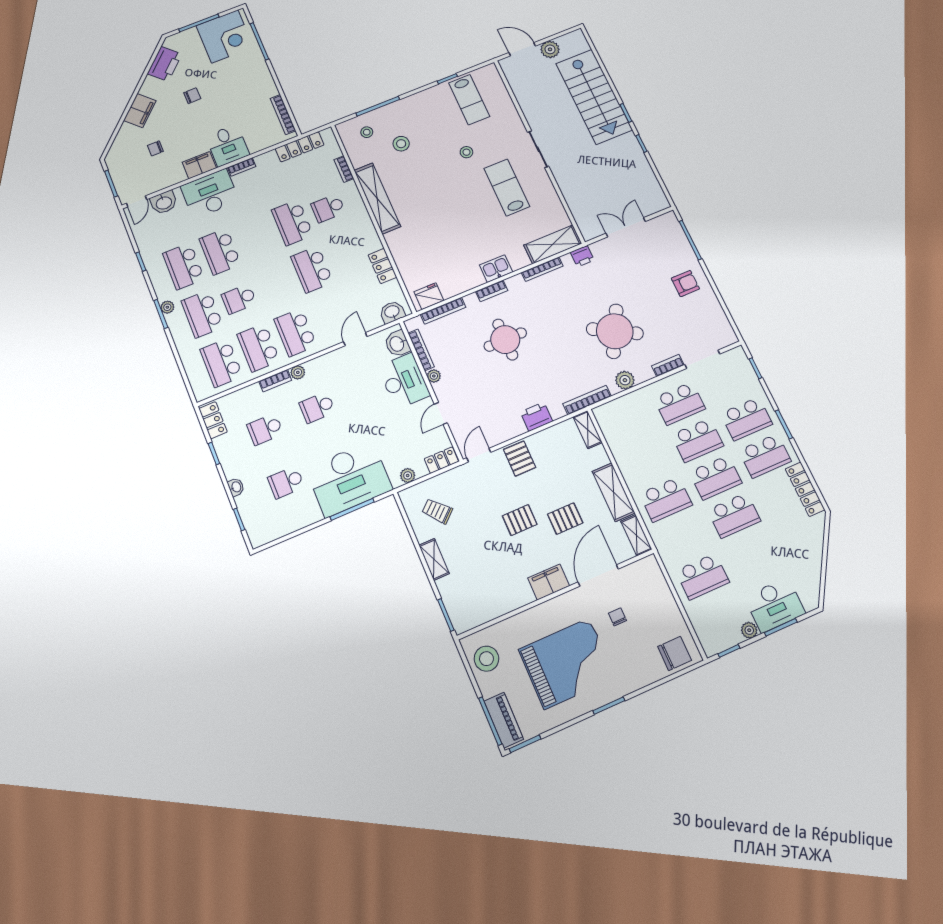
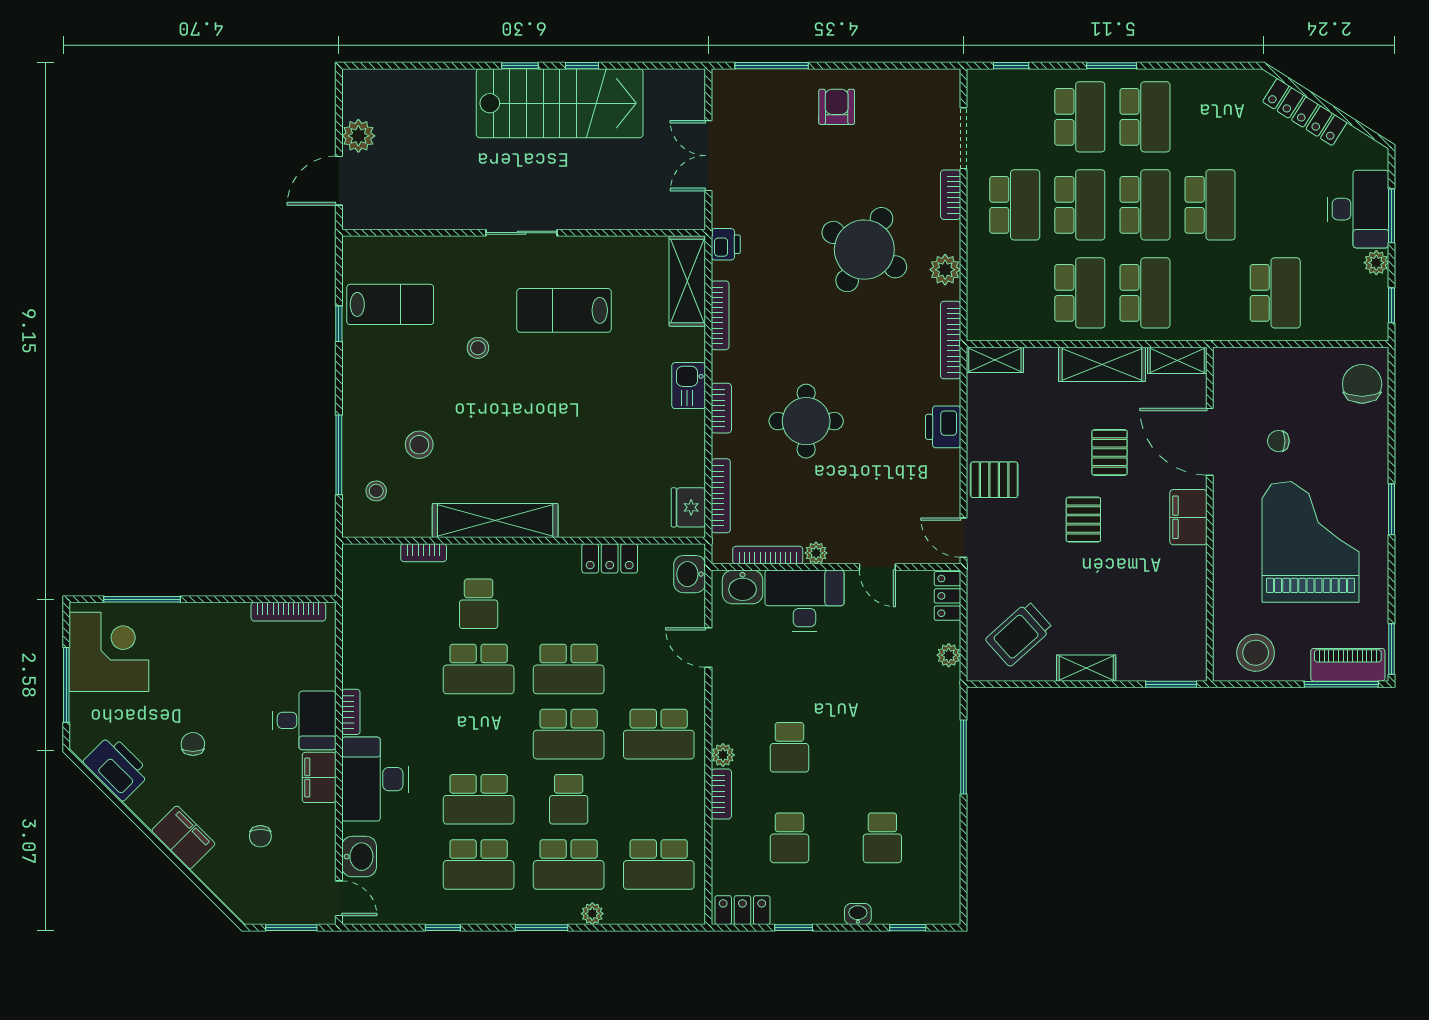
stairs: (594, 97) -> (560, 103), moved
locker: (300, 147) -> (356, 607), removed
plant: (167, 307) -> (592, 914), moved
school desk: (258, 348) -> (569, 734), moved
school desk: (648, 462) -> (1080, 293), added
desk: (349, 479) -> (917, 743), removed
locker: (805, 489) -> (1305, 112), moved, turned 32
trolley: (437, 511) -> (1019, 634), width x1.36, depth x1.39

